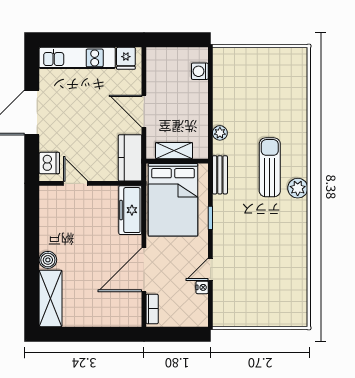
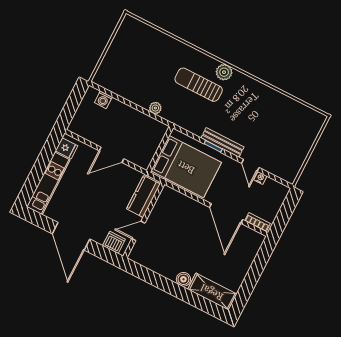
shelving: (174, 151) -> (151, 148), removed
kitchen counter: (130, 158) -> (143, 196), moved, turned 90
bench: (220, 175) -> (222, 142), moved, width x1.36
freezer: (130, 210) -> (178, 201), removed

